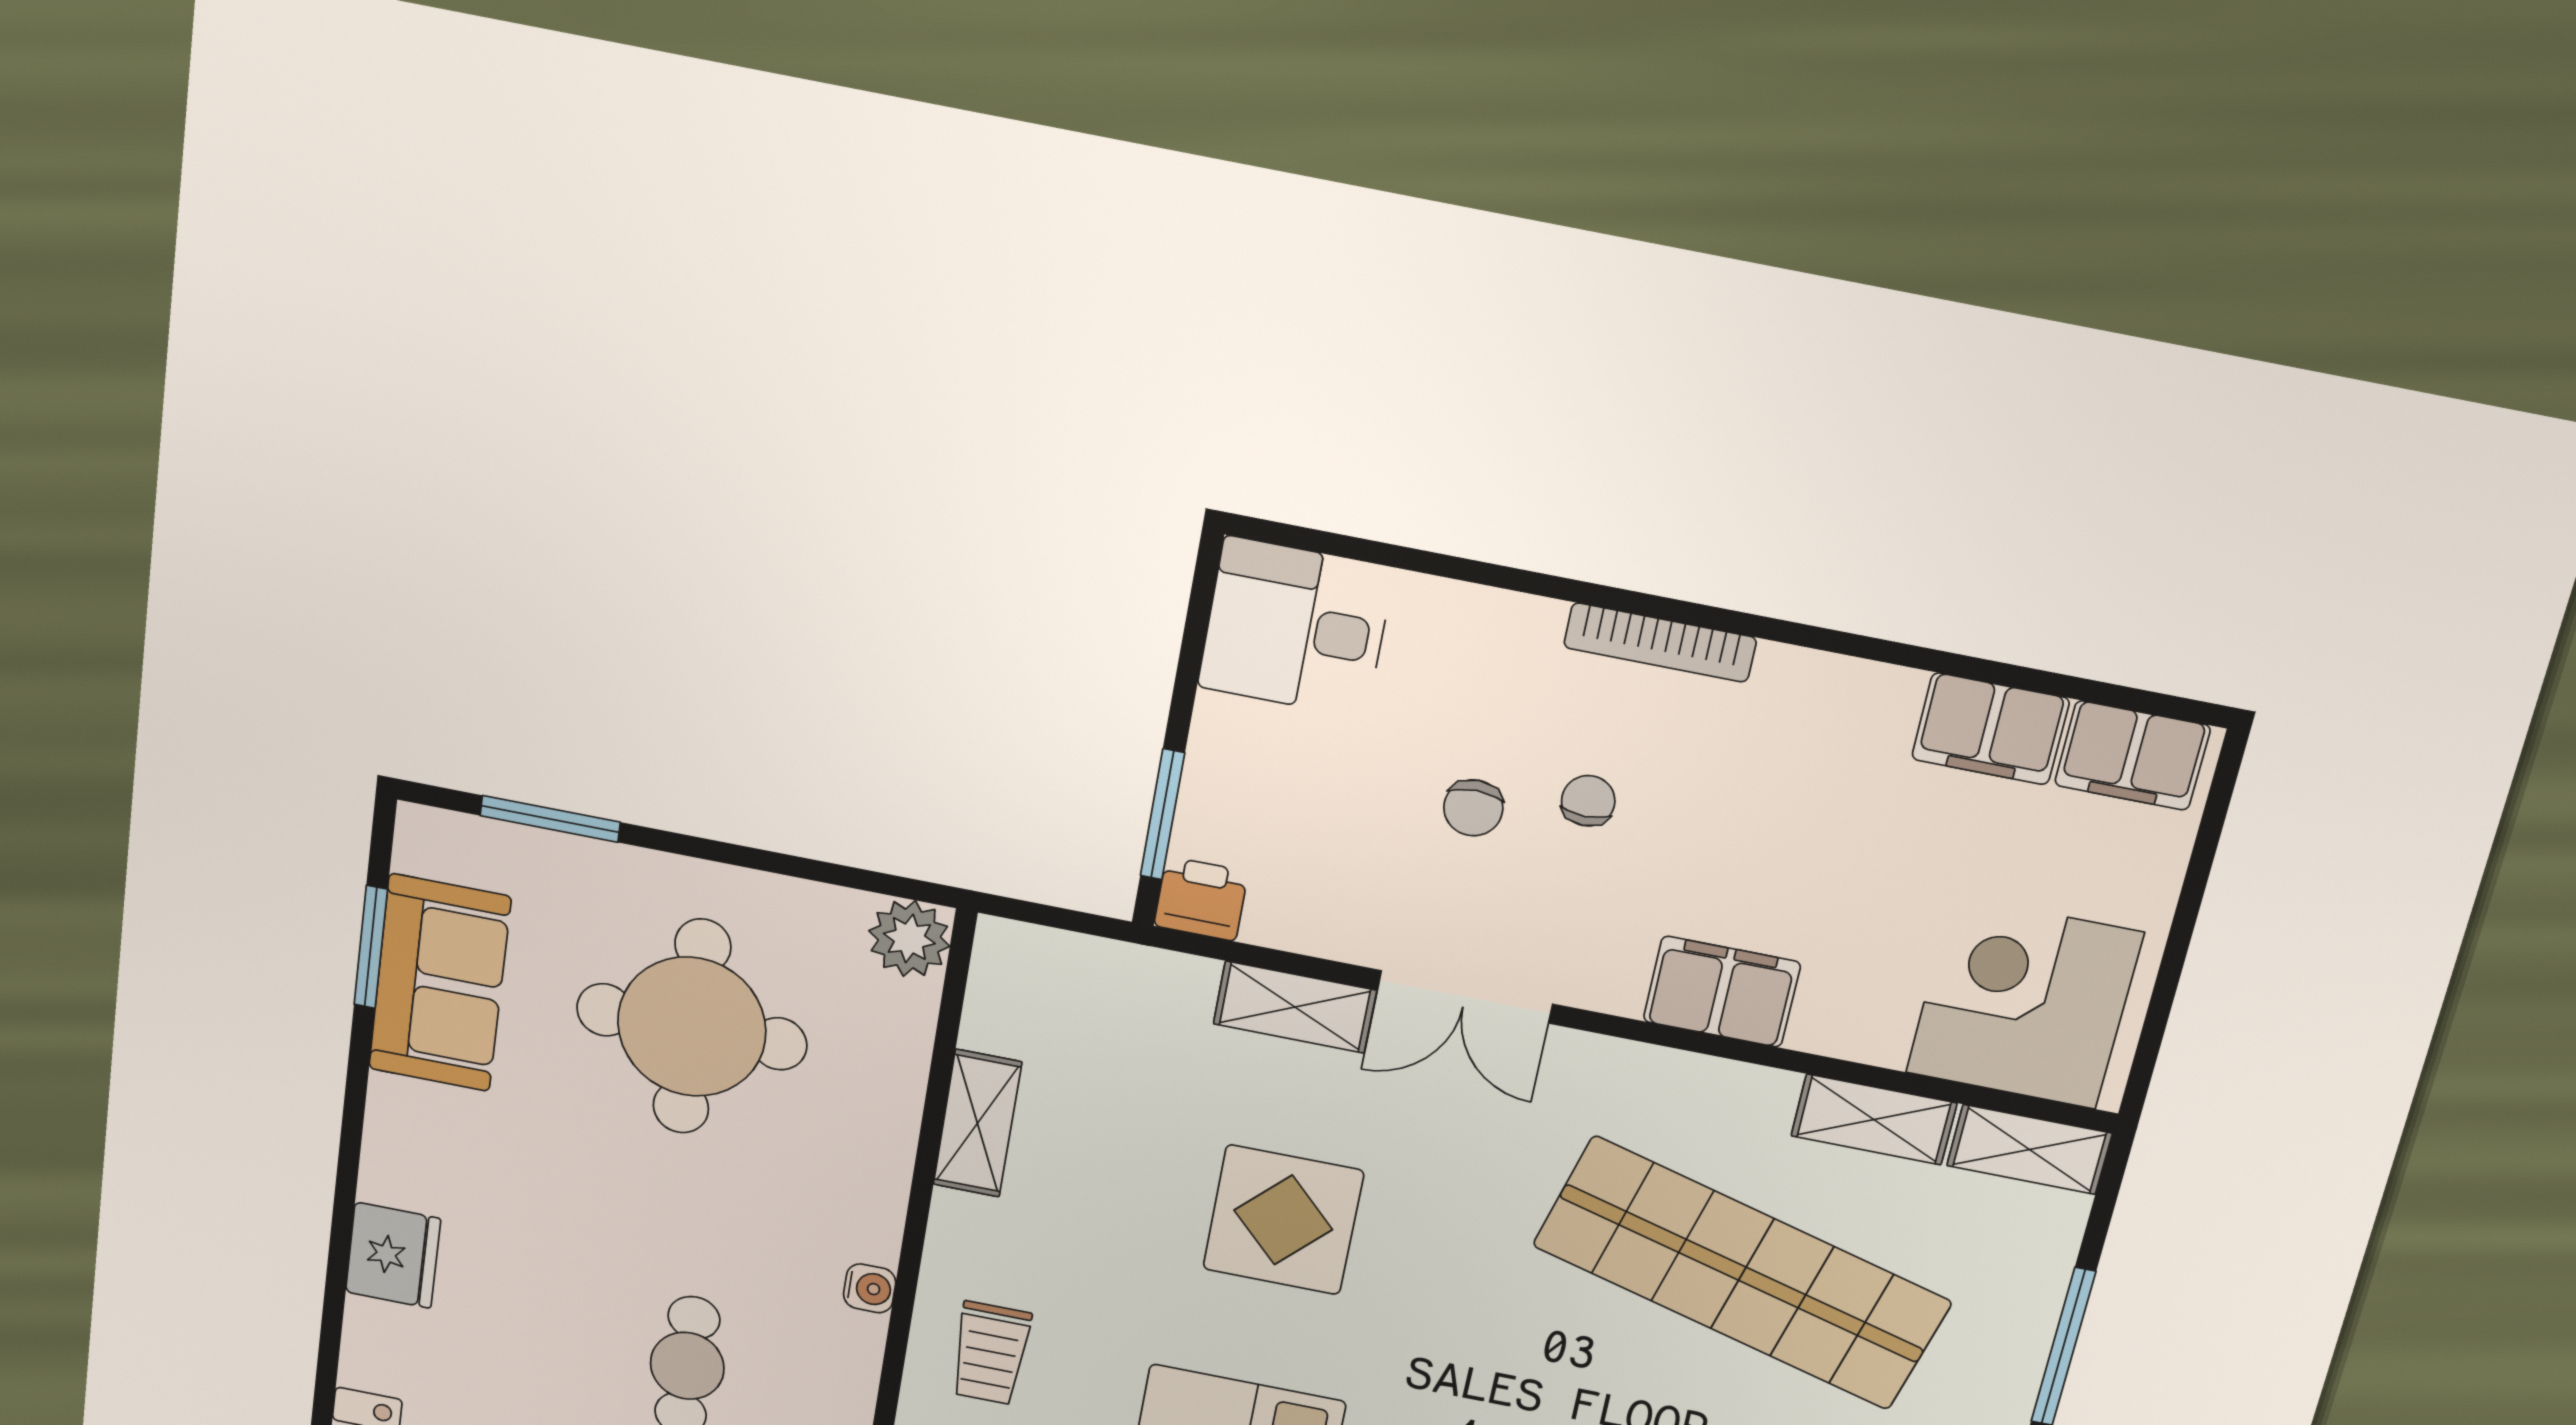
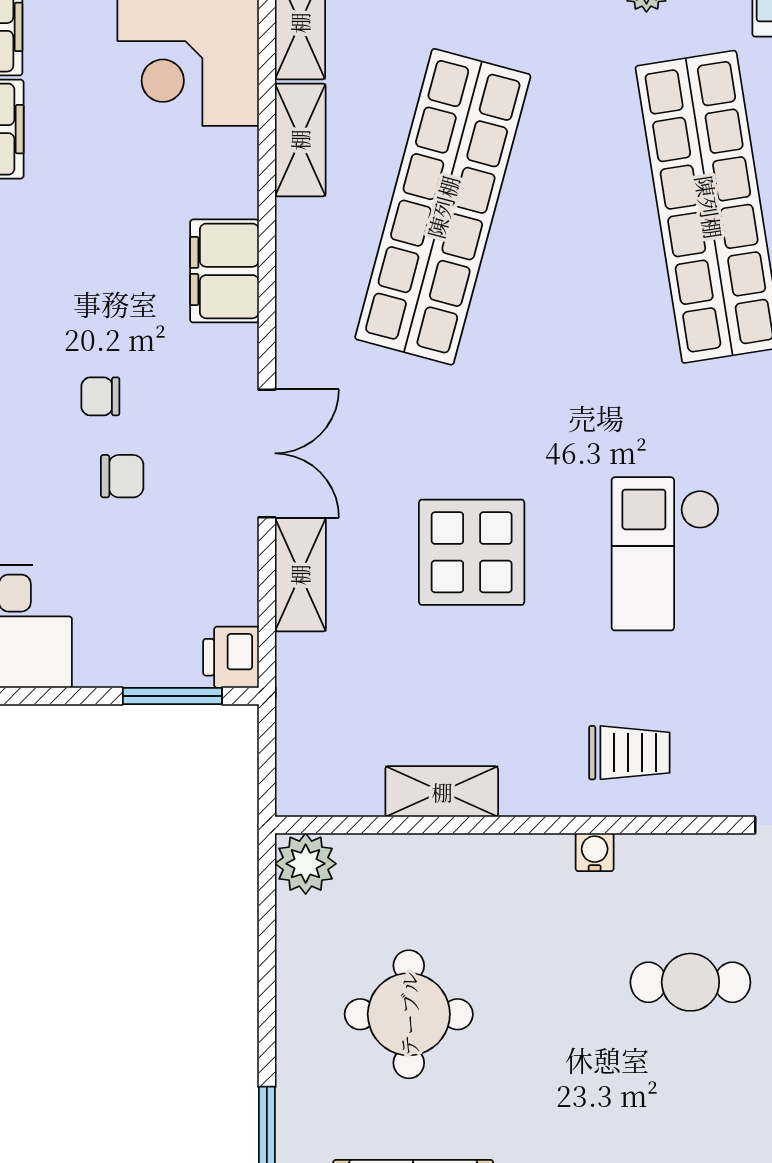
round table: (692, 1027) -> (409, 1014), width x0.73, depth x0.73

